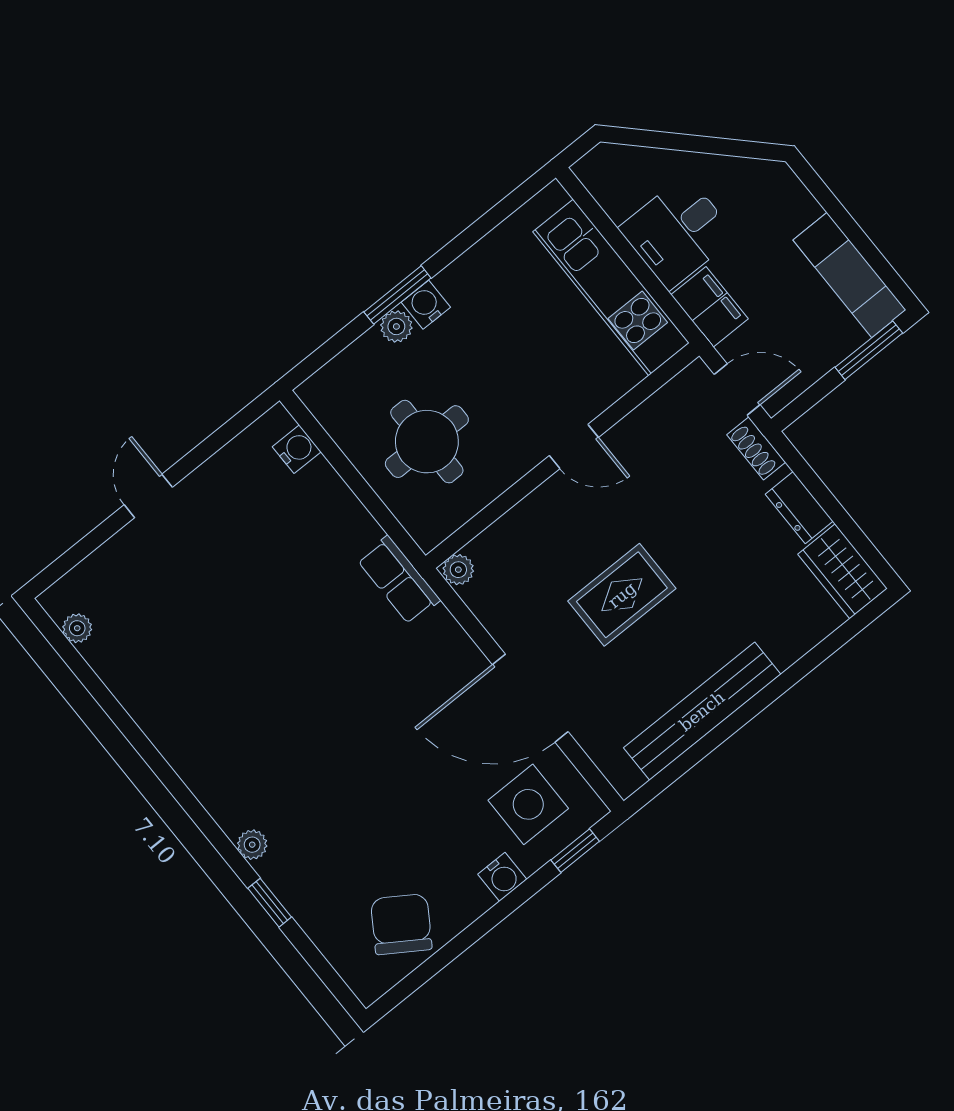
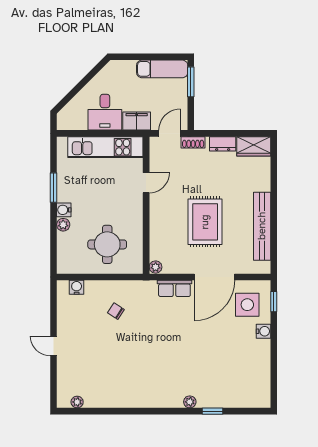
window: (397, 295) -> (54, 188), moved
door: (574, 446) -> (146, 183), moved
row of seats: (399, 580) -> (174, 288), moved
rug: (622, 595) -> (205, 222), width x1.36, depth x1.43
chair: (401, 924) -> (116, 311), moved, width x0.54, depth x0.54

